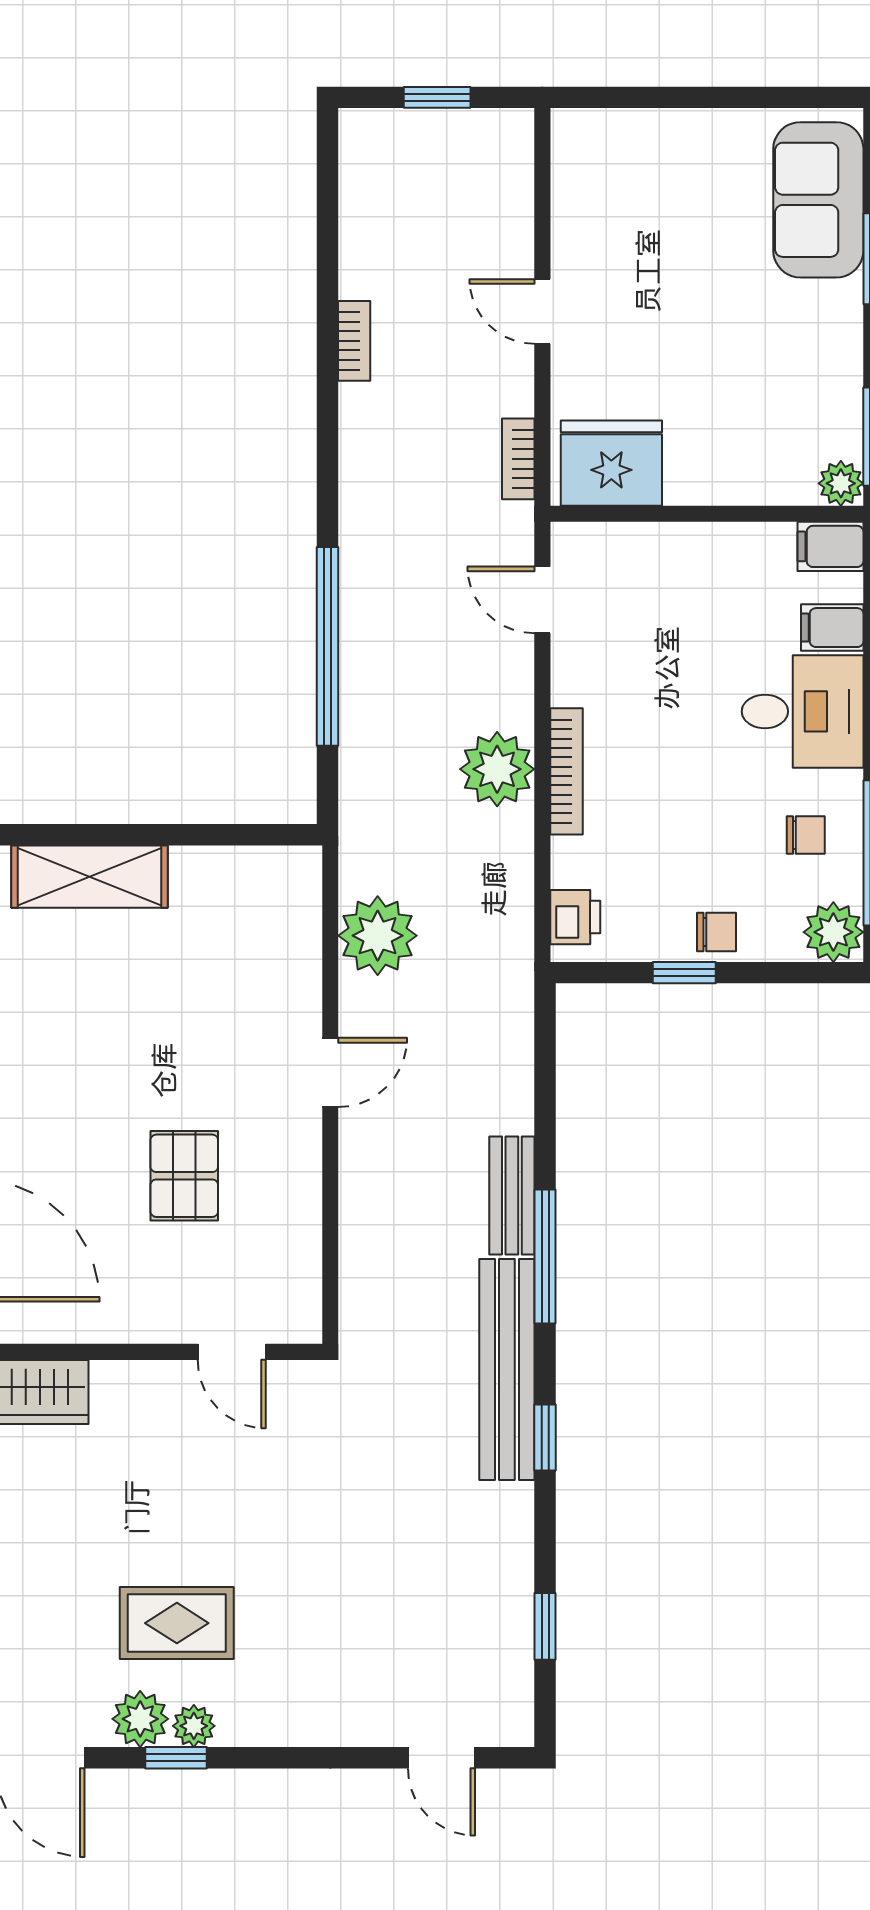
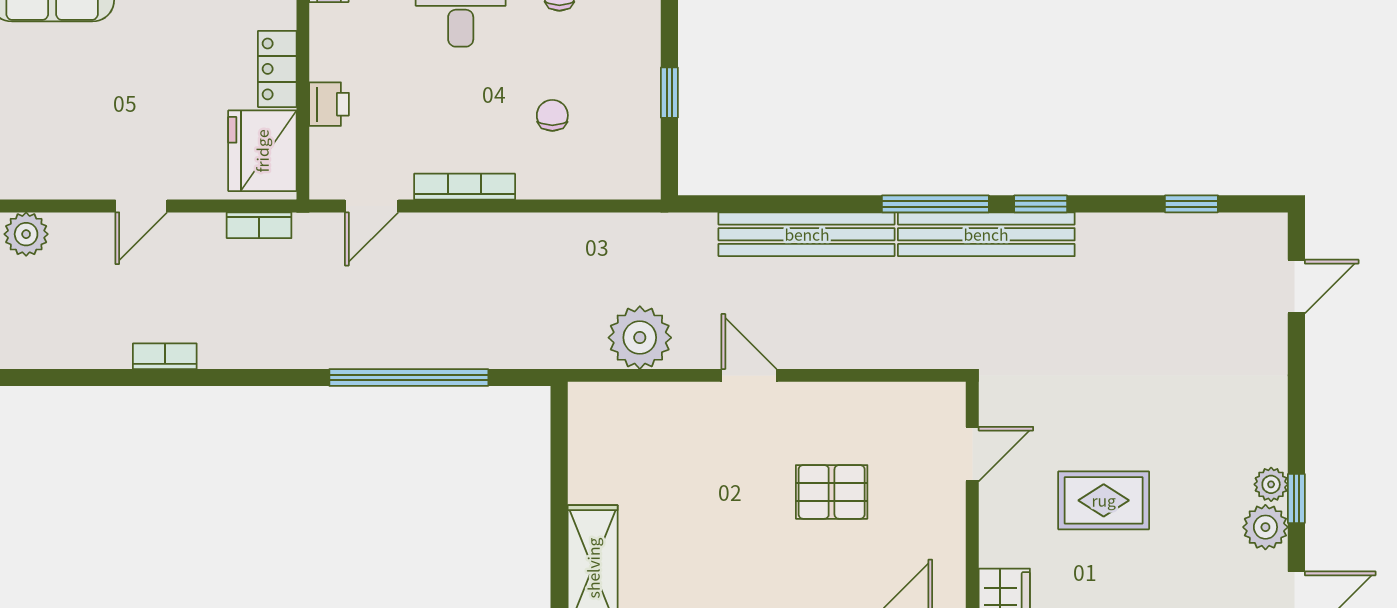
locker: (714, 482) -> (277, 69), added
plant: (497, 769) -> (26, 234), moved, width x0.73, depth x0.73
bookcase: (567, 771) -> (465, 187), moved
printer: (575, 917) -> (329, 104), moved, turned 90
chair: (717, 932) -> (552, 115), moved
bench: (512, 1195) -> (807, 234), width x1.86, depth x1.21
window: (545, 1256) -> (935, 204), moved
rug: (177, 1623) -> (1104, 500), moved, turned 90

